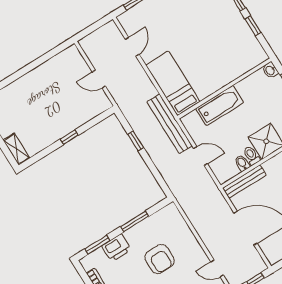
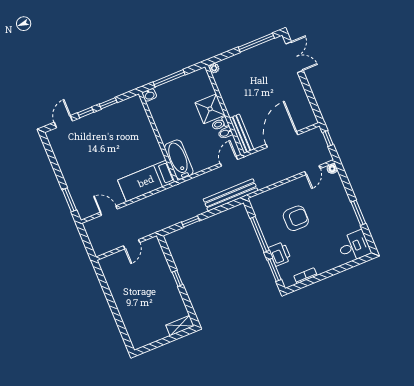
bathtub: (220, 105) -> (179, 160), moved
bench: (169, 124) -> (231, 195), moved
door: (200, 156) -> (229, 161), moved
window: (135, 221) -> (260, 234), width x1.44

